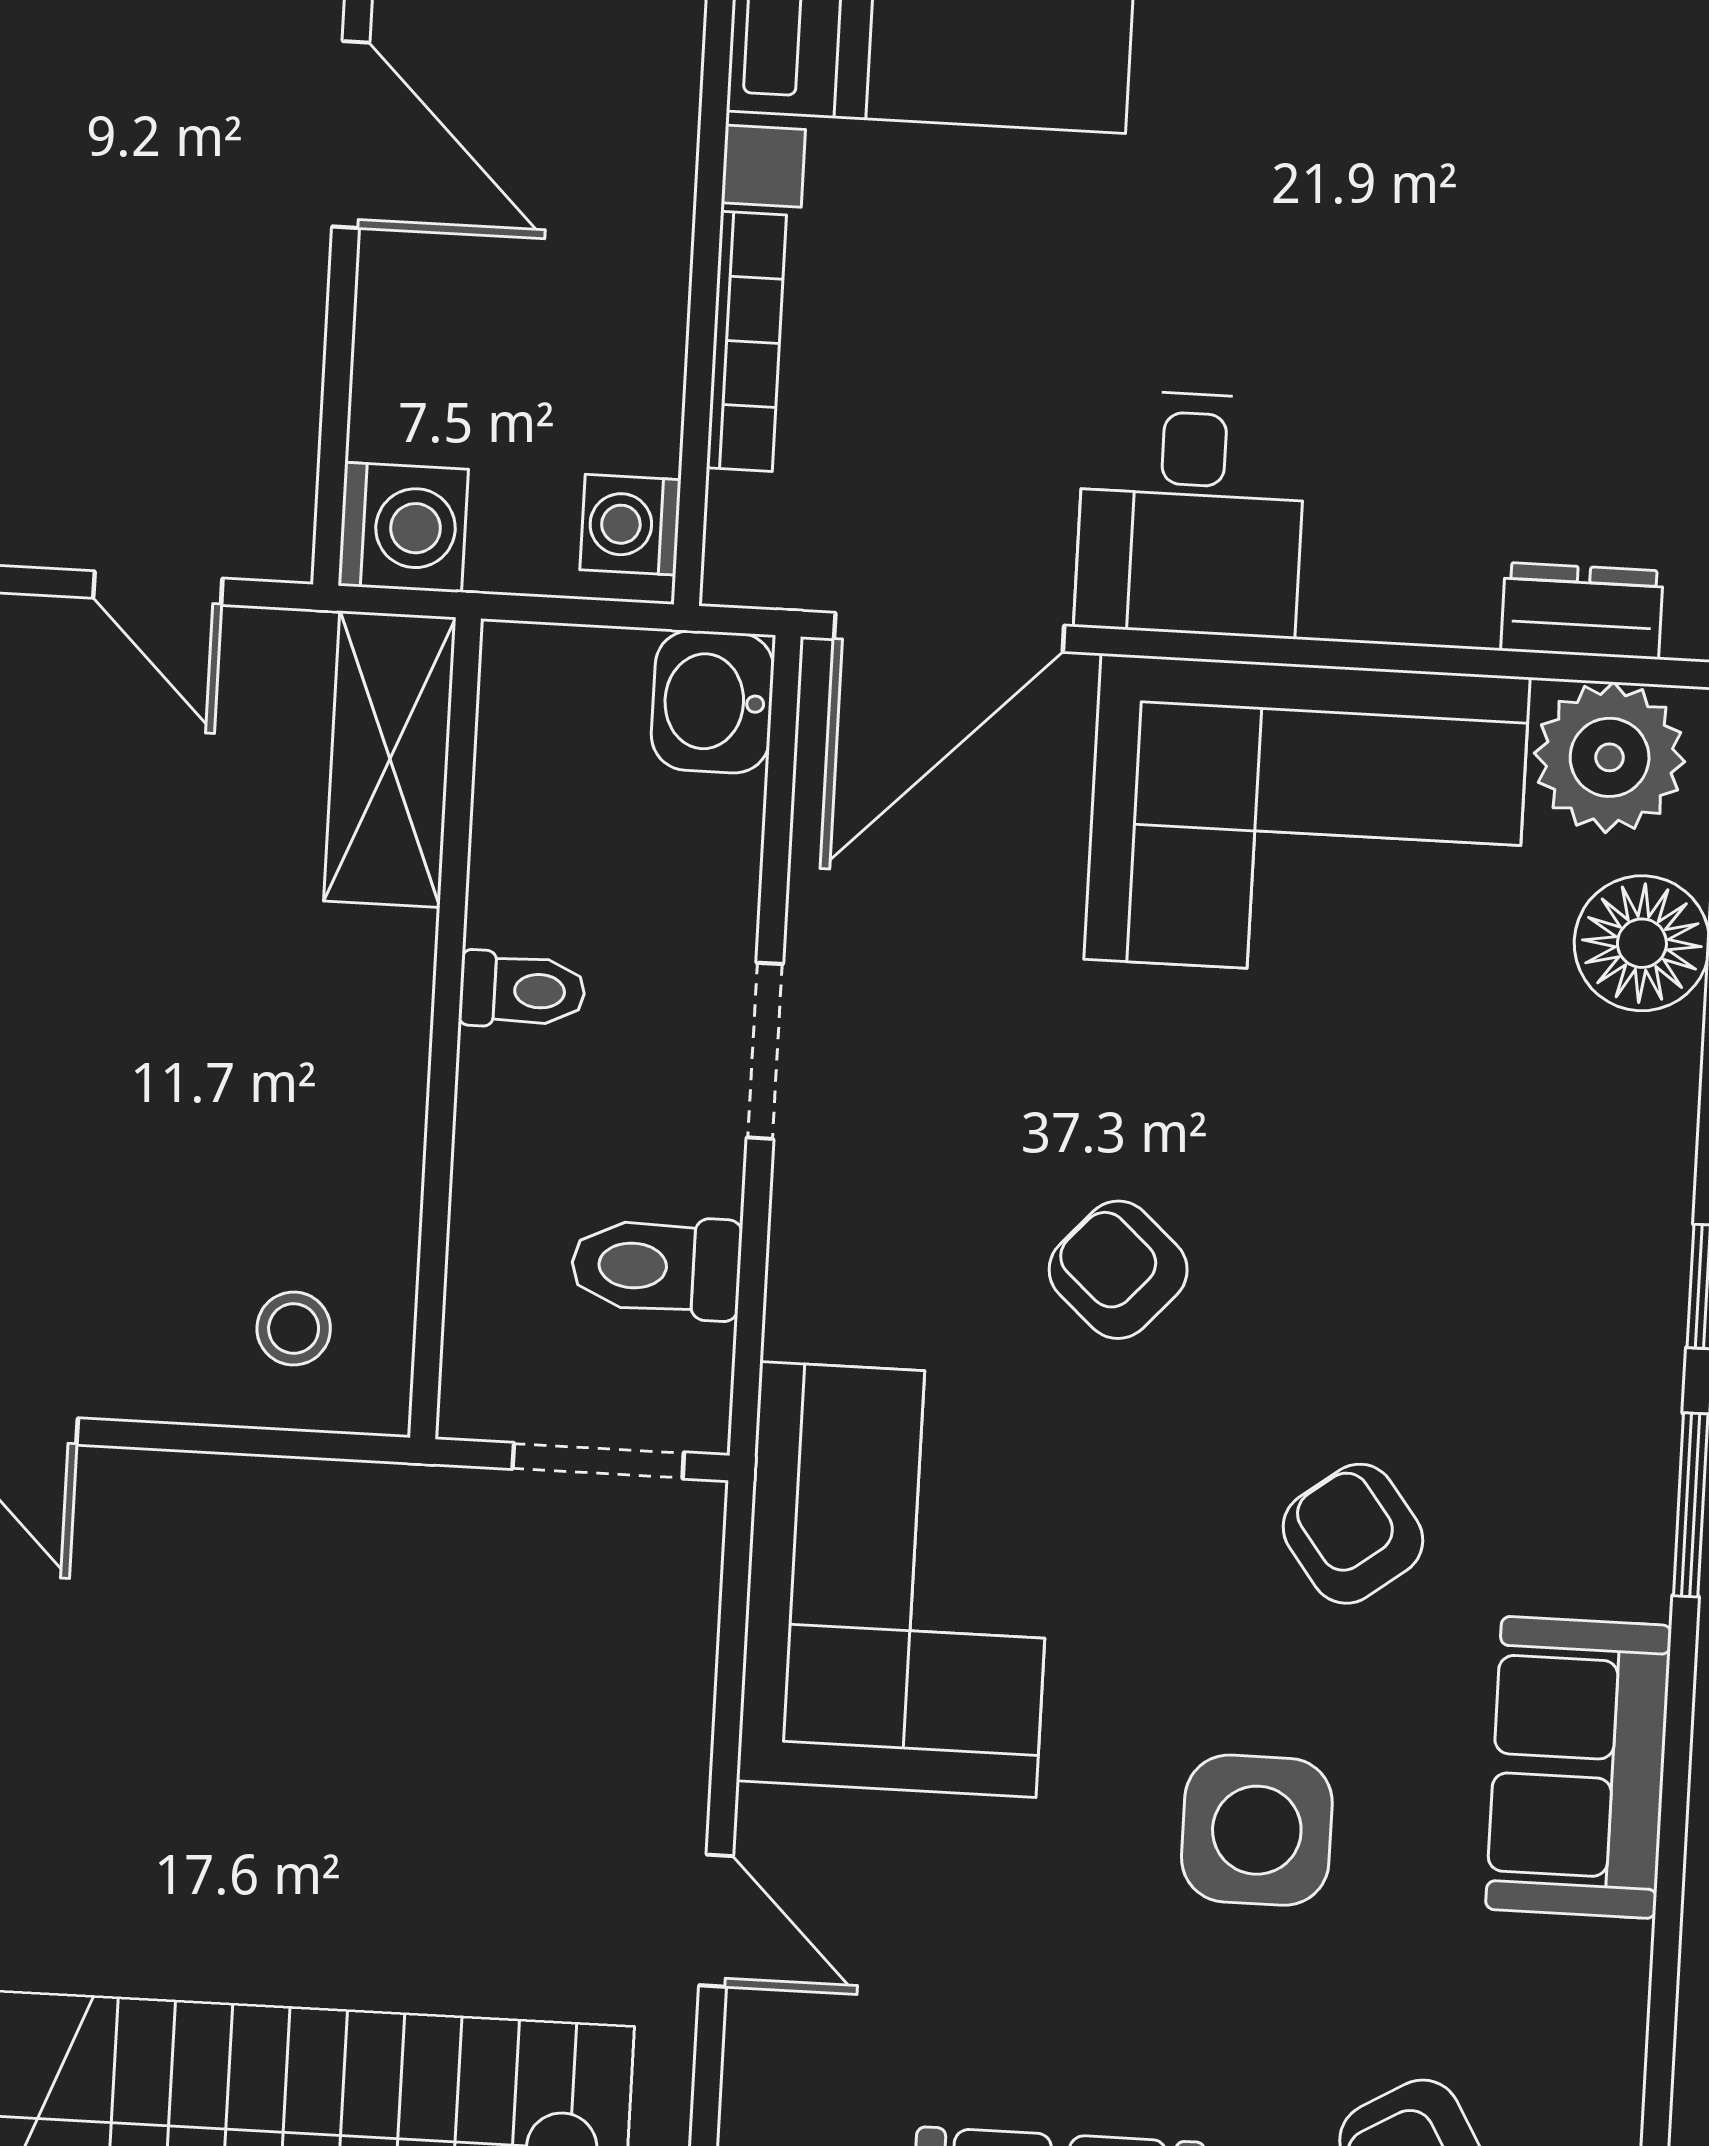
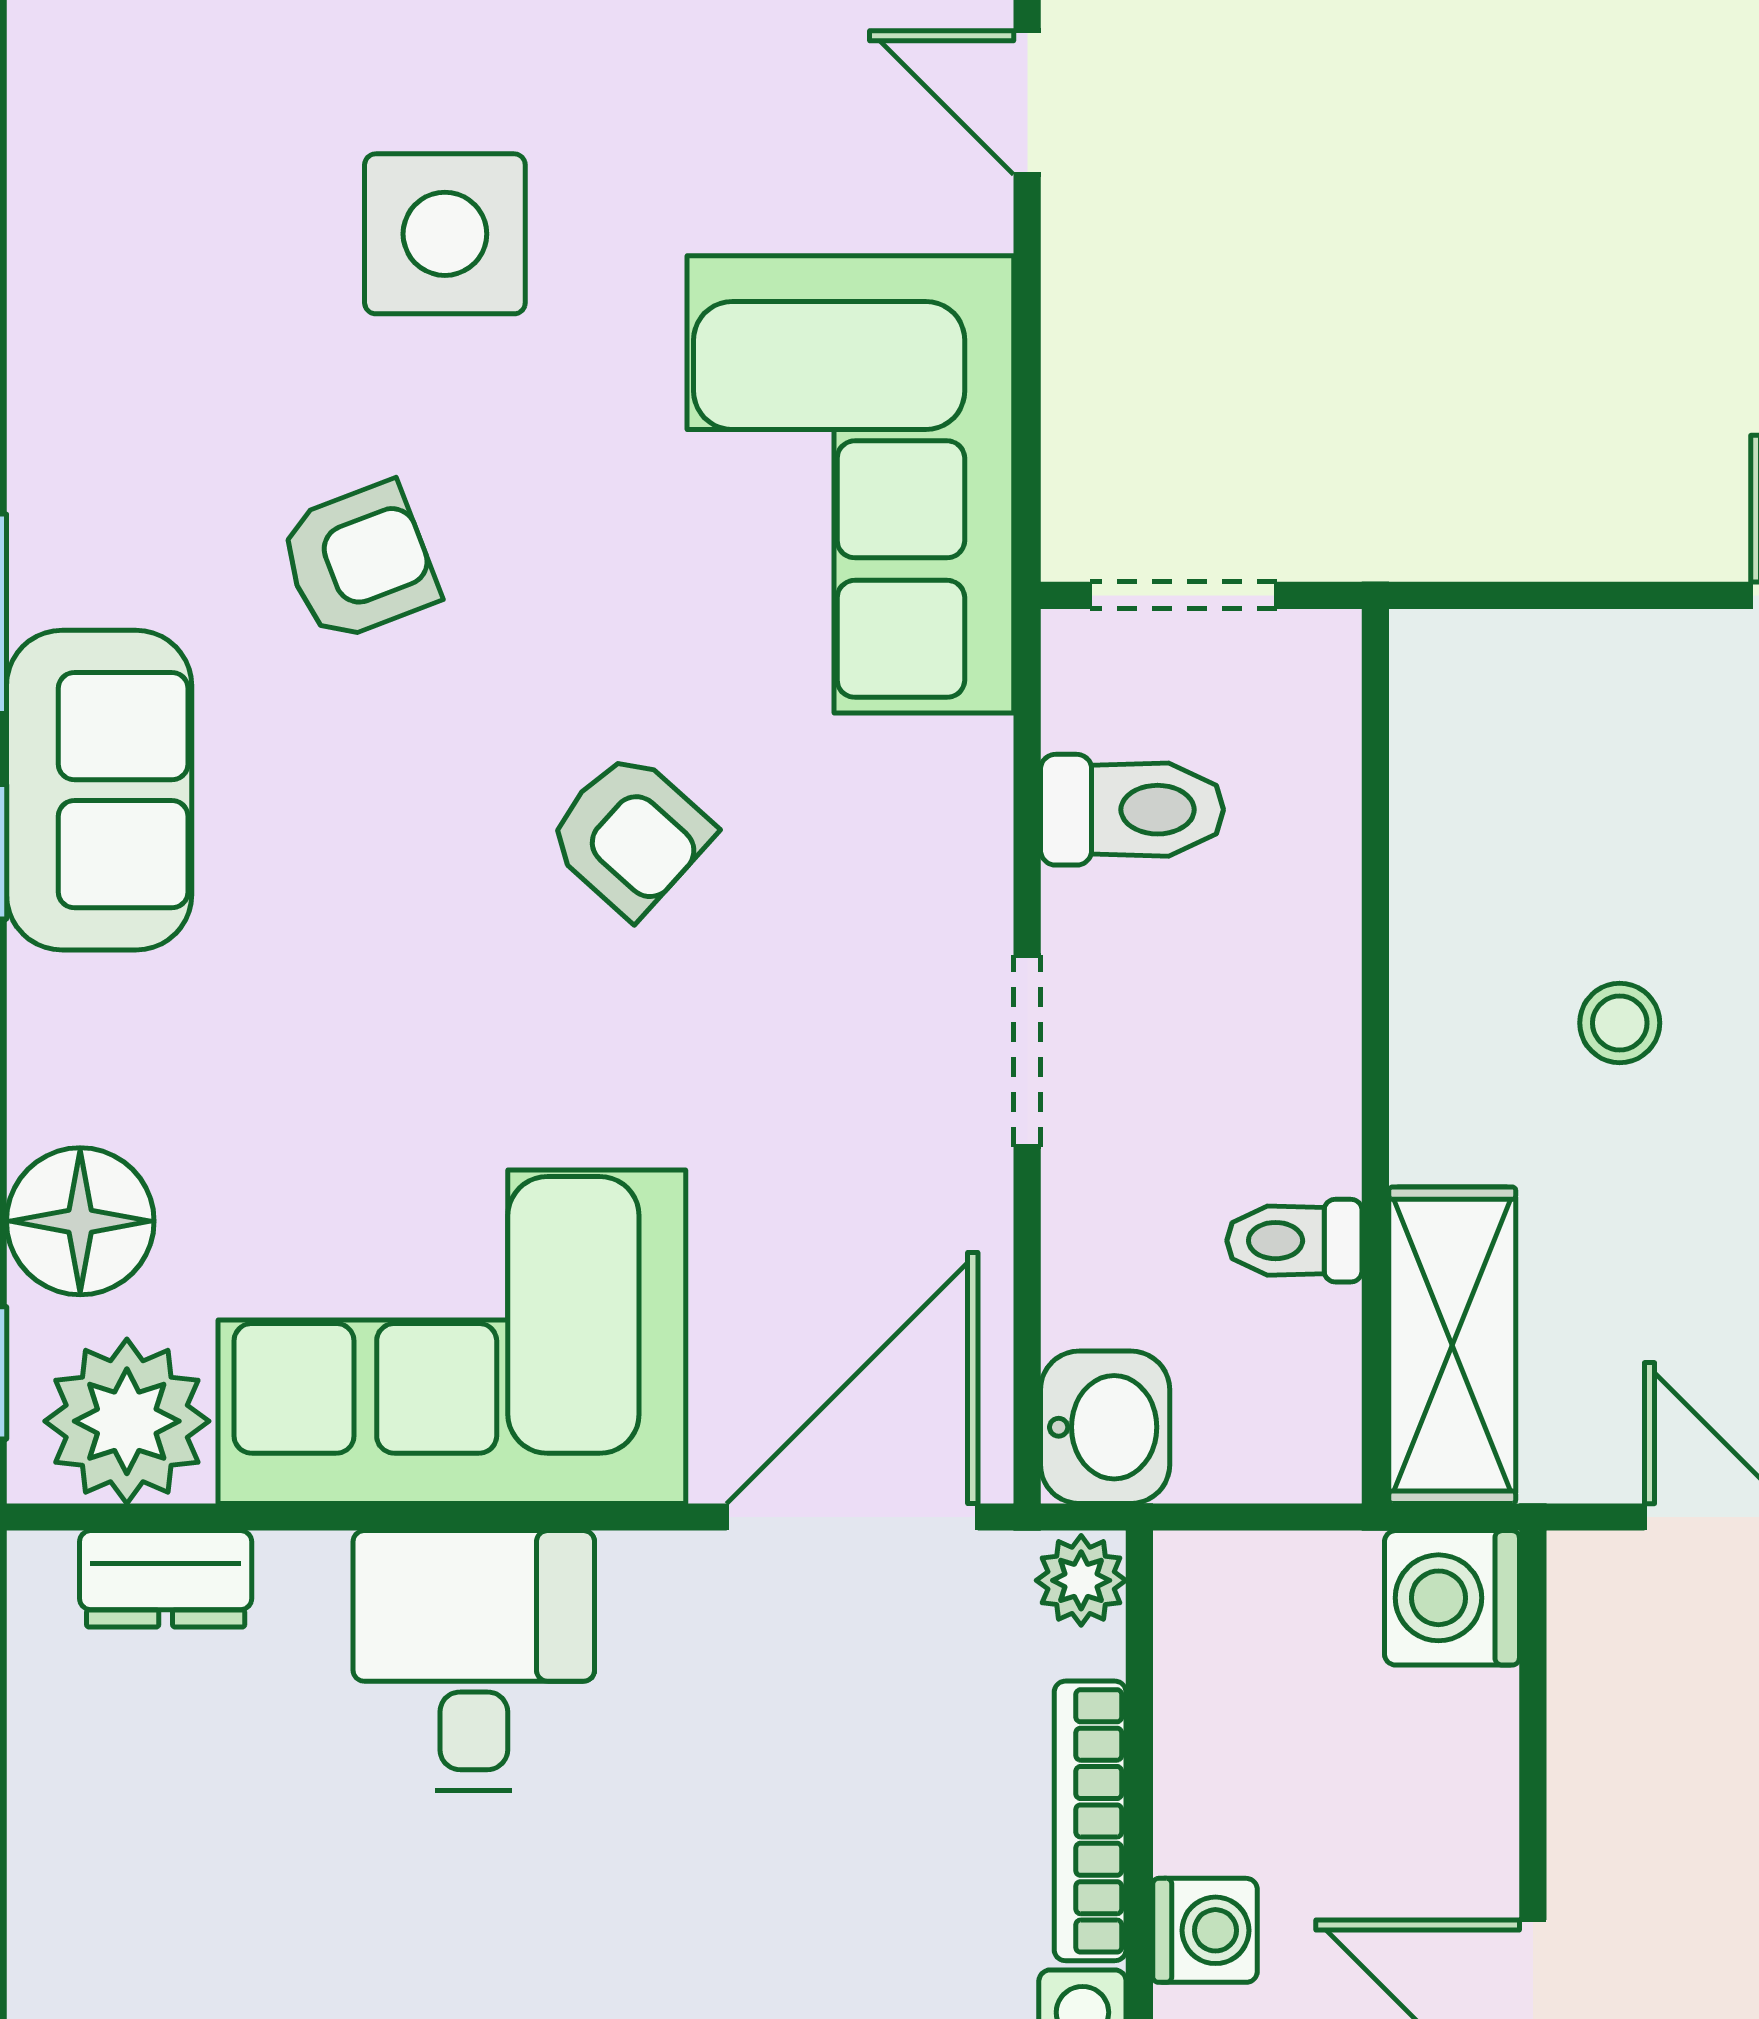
desk: (1191, 514) -> (474, 1661), moved
washing machine: (630, 525) -> (1205, 1930), moved
plant: (742, 563) -> (1081, 1580), added
toilet: (522, 990) -> (1294, 1241), moved
stool: (294, 1329) -> (1620, 1023), moved
armchair: (1353, 1534) -> (358, 562), turned -74
sofa: (1579, 1767) -> (99, 790), moved

